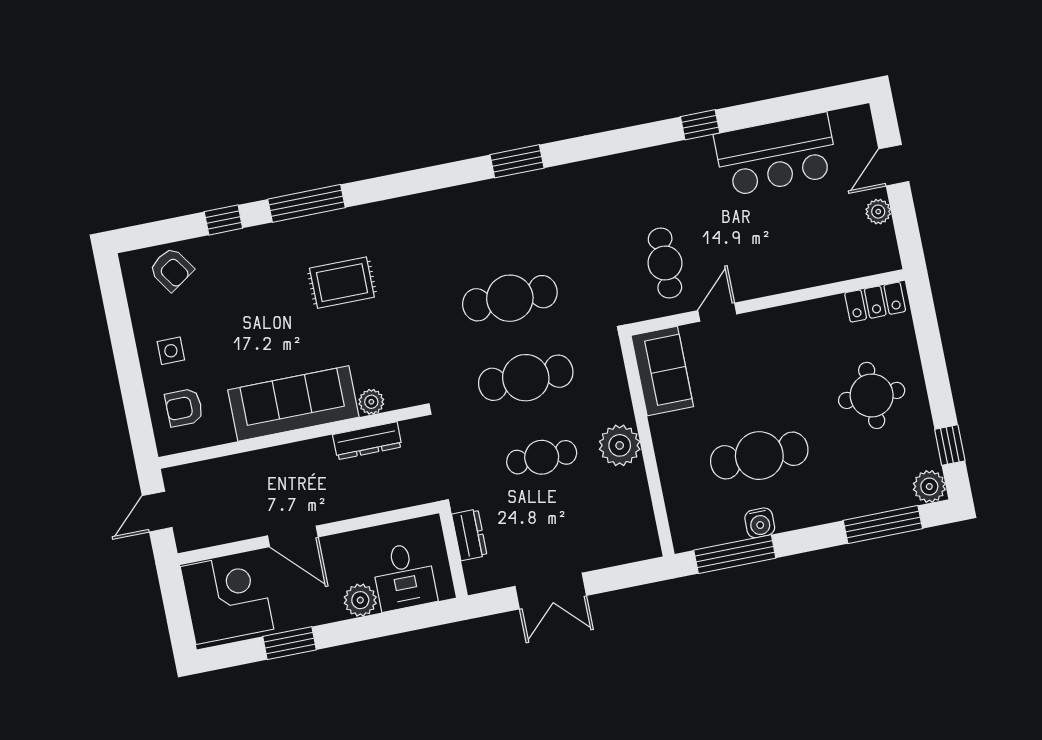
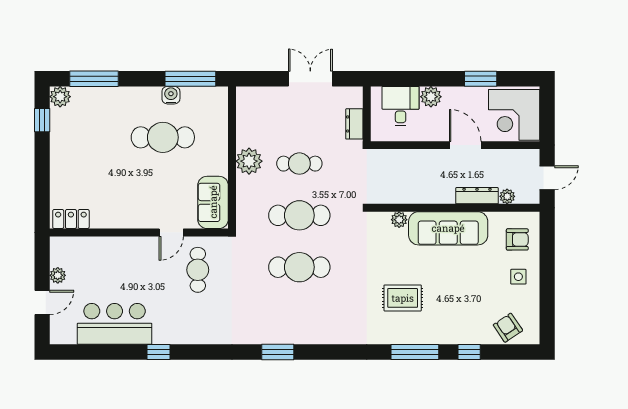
round table: (872, 395) -> (85, 161), removed
dresser: (367, 441) -> (477, 196), moved
plant: (213, 471) -> (507, 196), added

